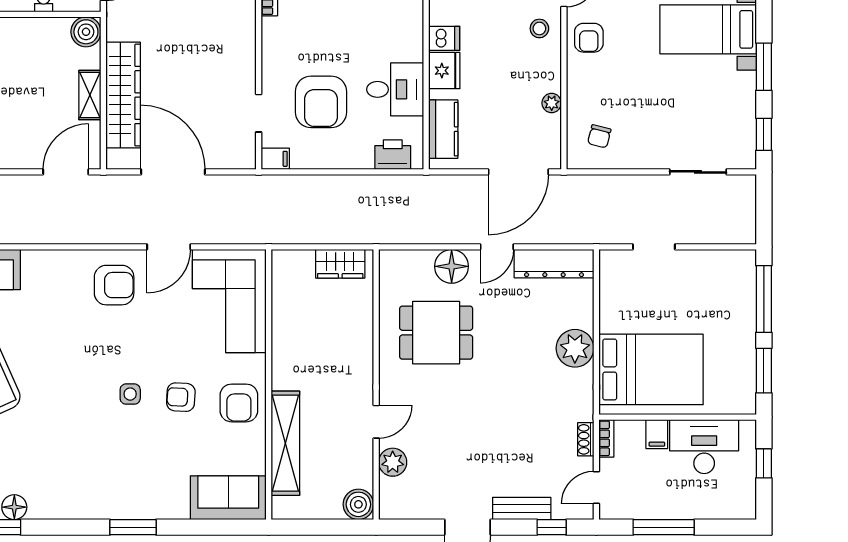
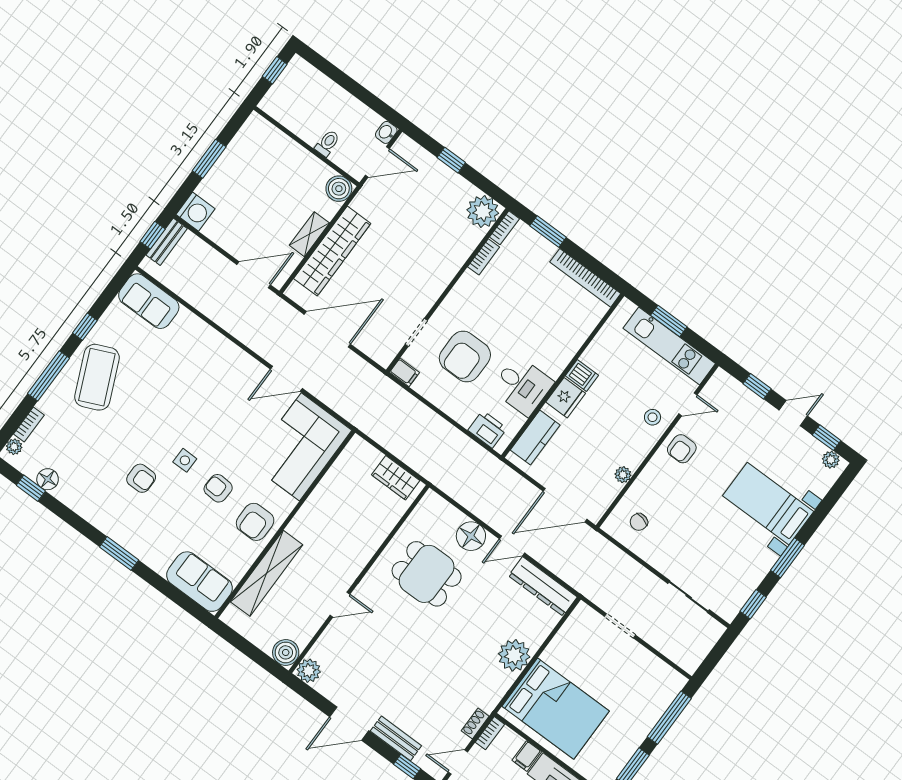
door: (173, 172) -> (327, 329), hinge flipped
armchair: (114, 285) -> (141, 478), moved, width x0.72, depth x0.72
plant: (393, 462) -> (309, 671), moved

